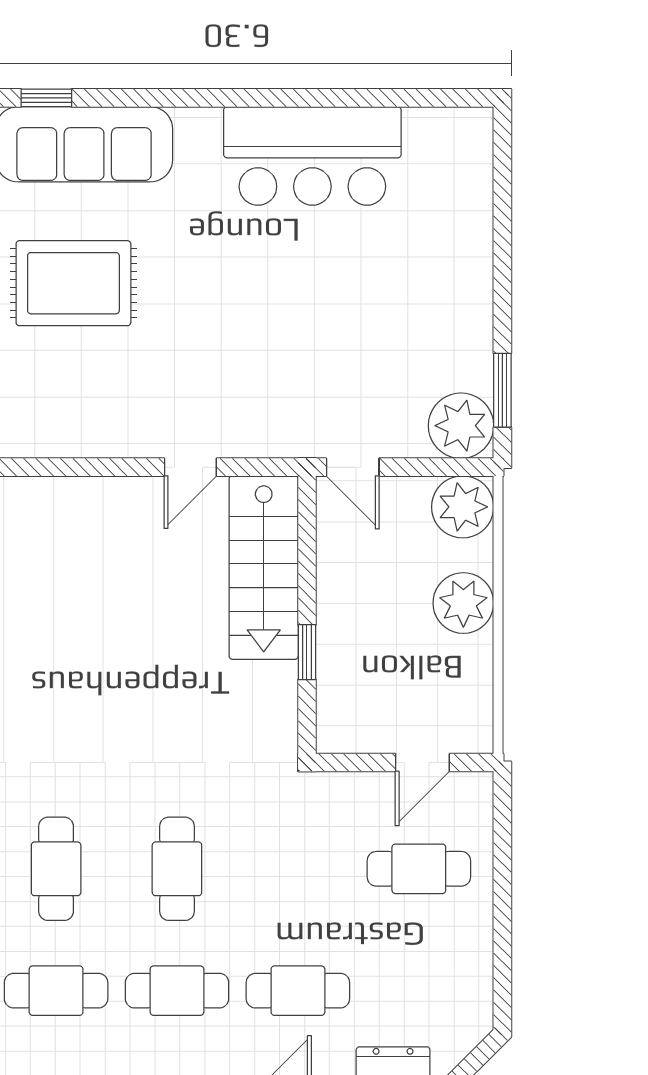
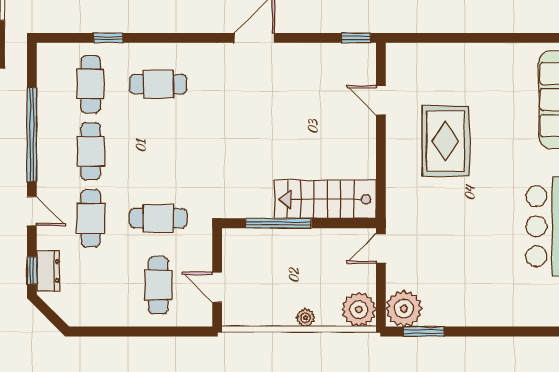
rug: (73, 283) -> (446, 141), moved
door: (190, 467) -> (381, 100), moved
plant: (463, 603) -> (306, 318), width x0.53, depth x0.53
window: (307, 652) -> (278, 223), width x2.17
cafe table: (177, 869) -> (158, 218), moved

